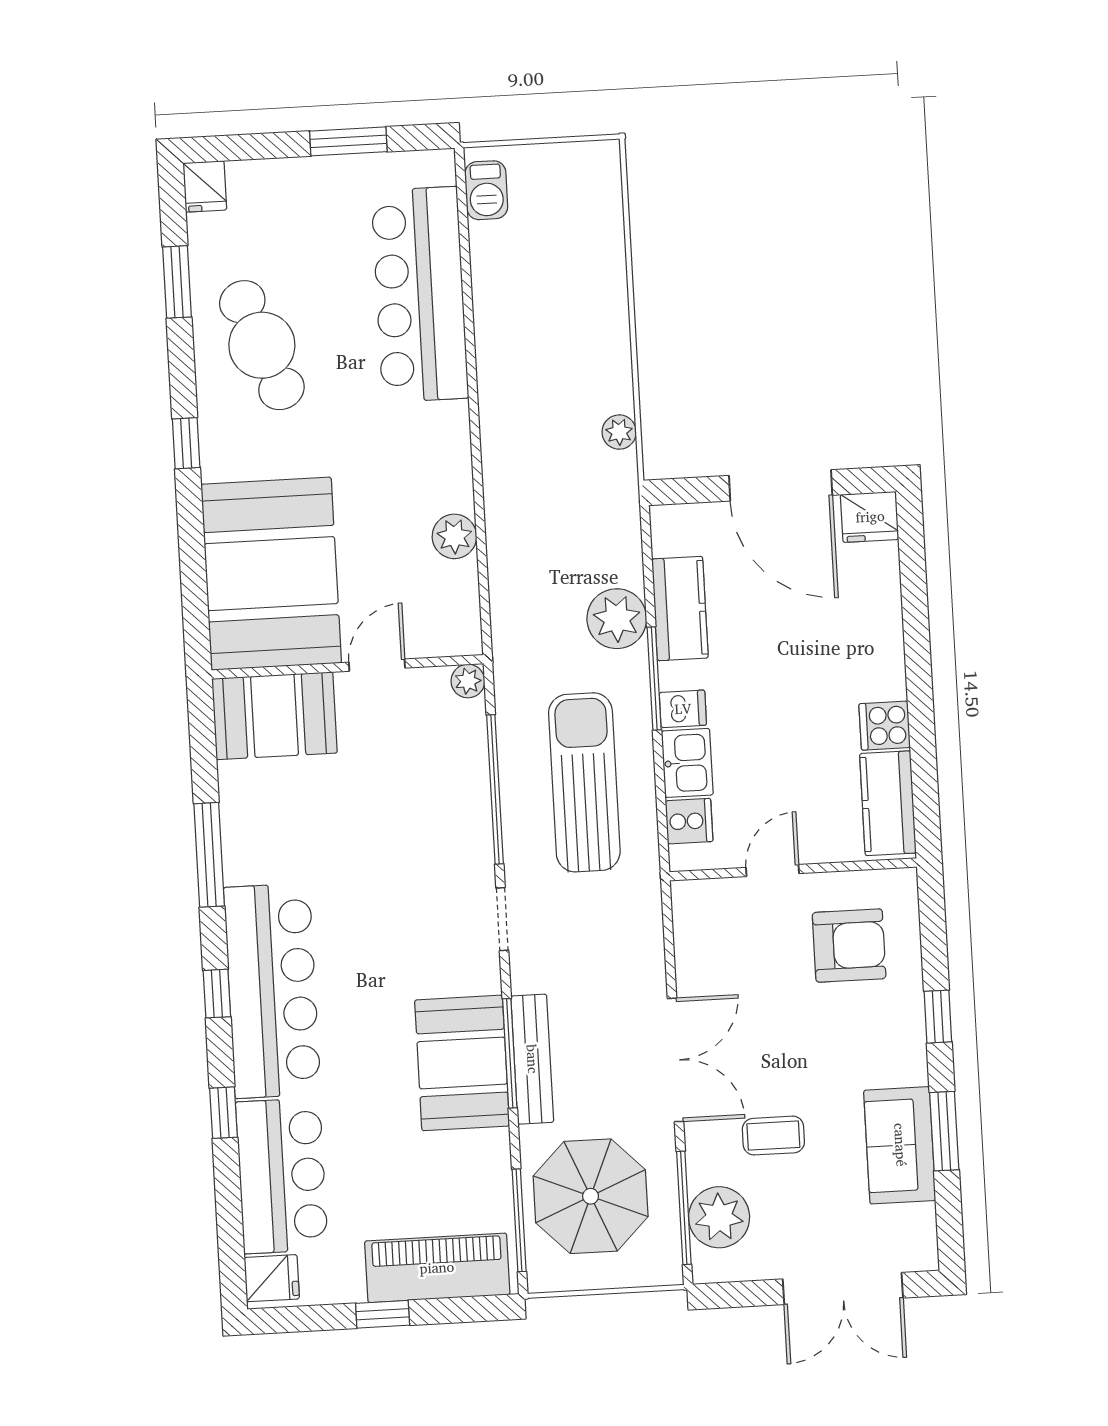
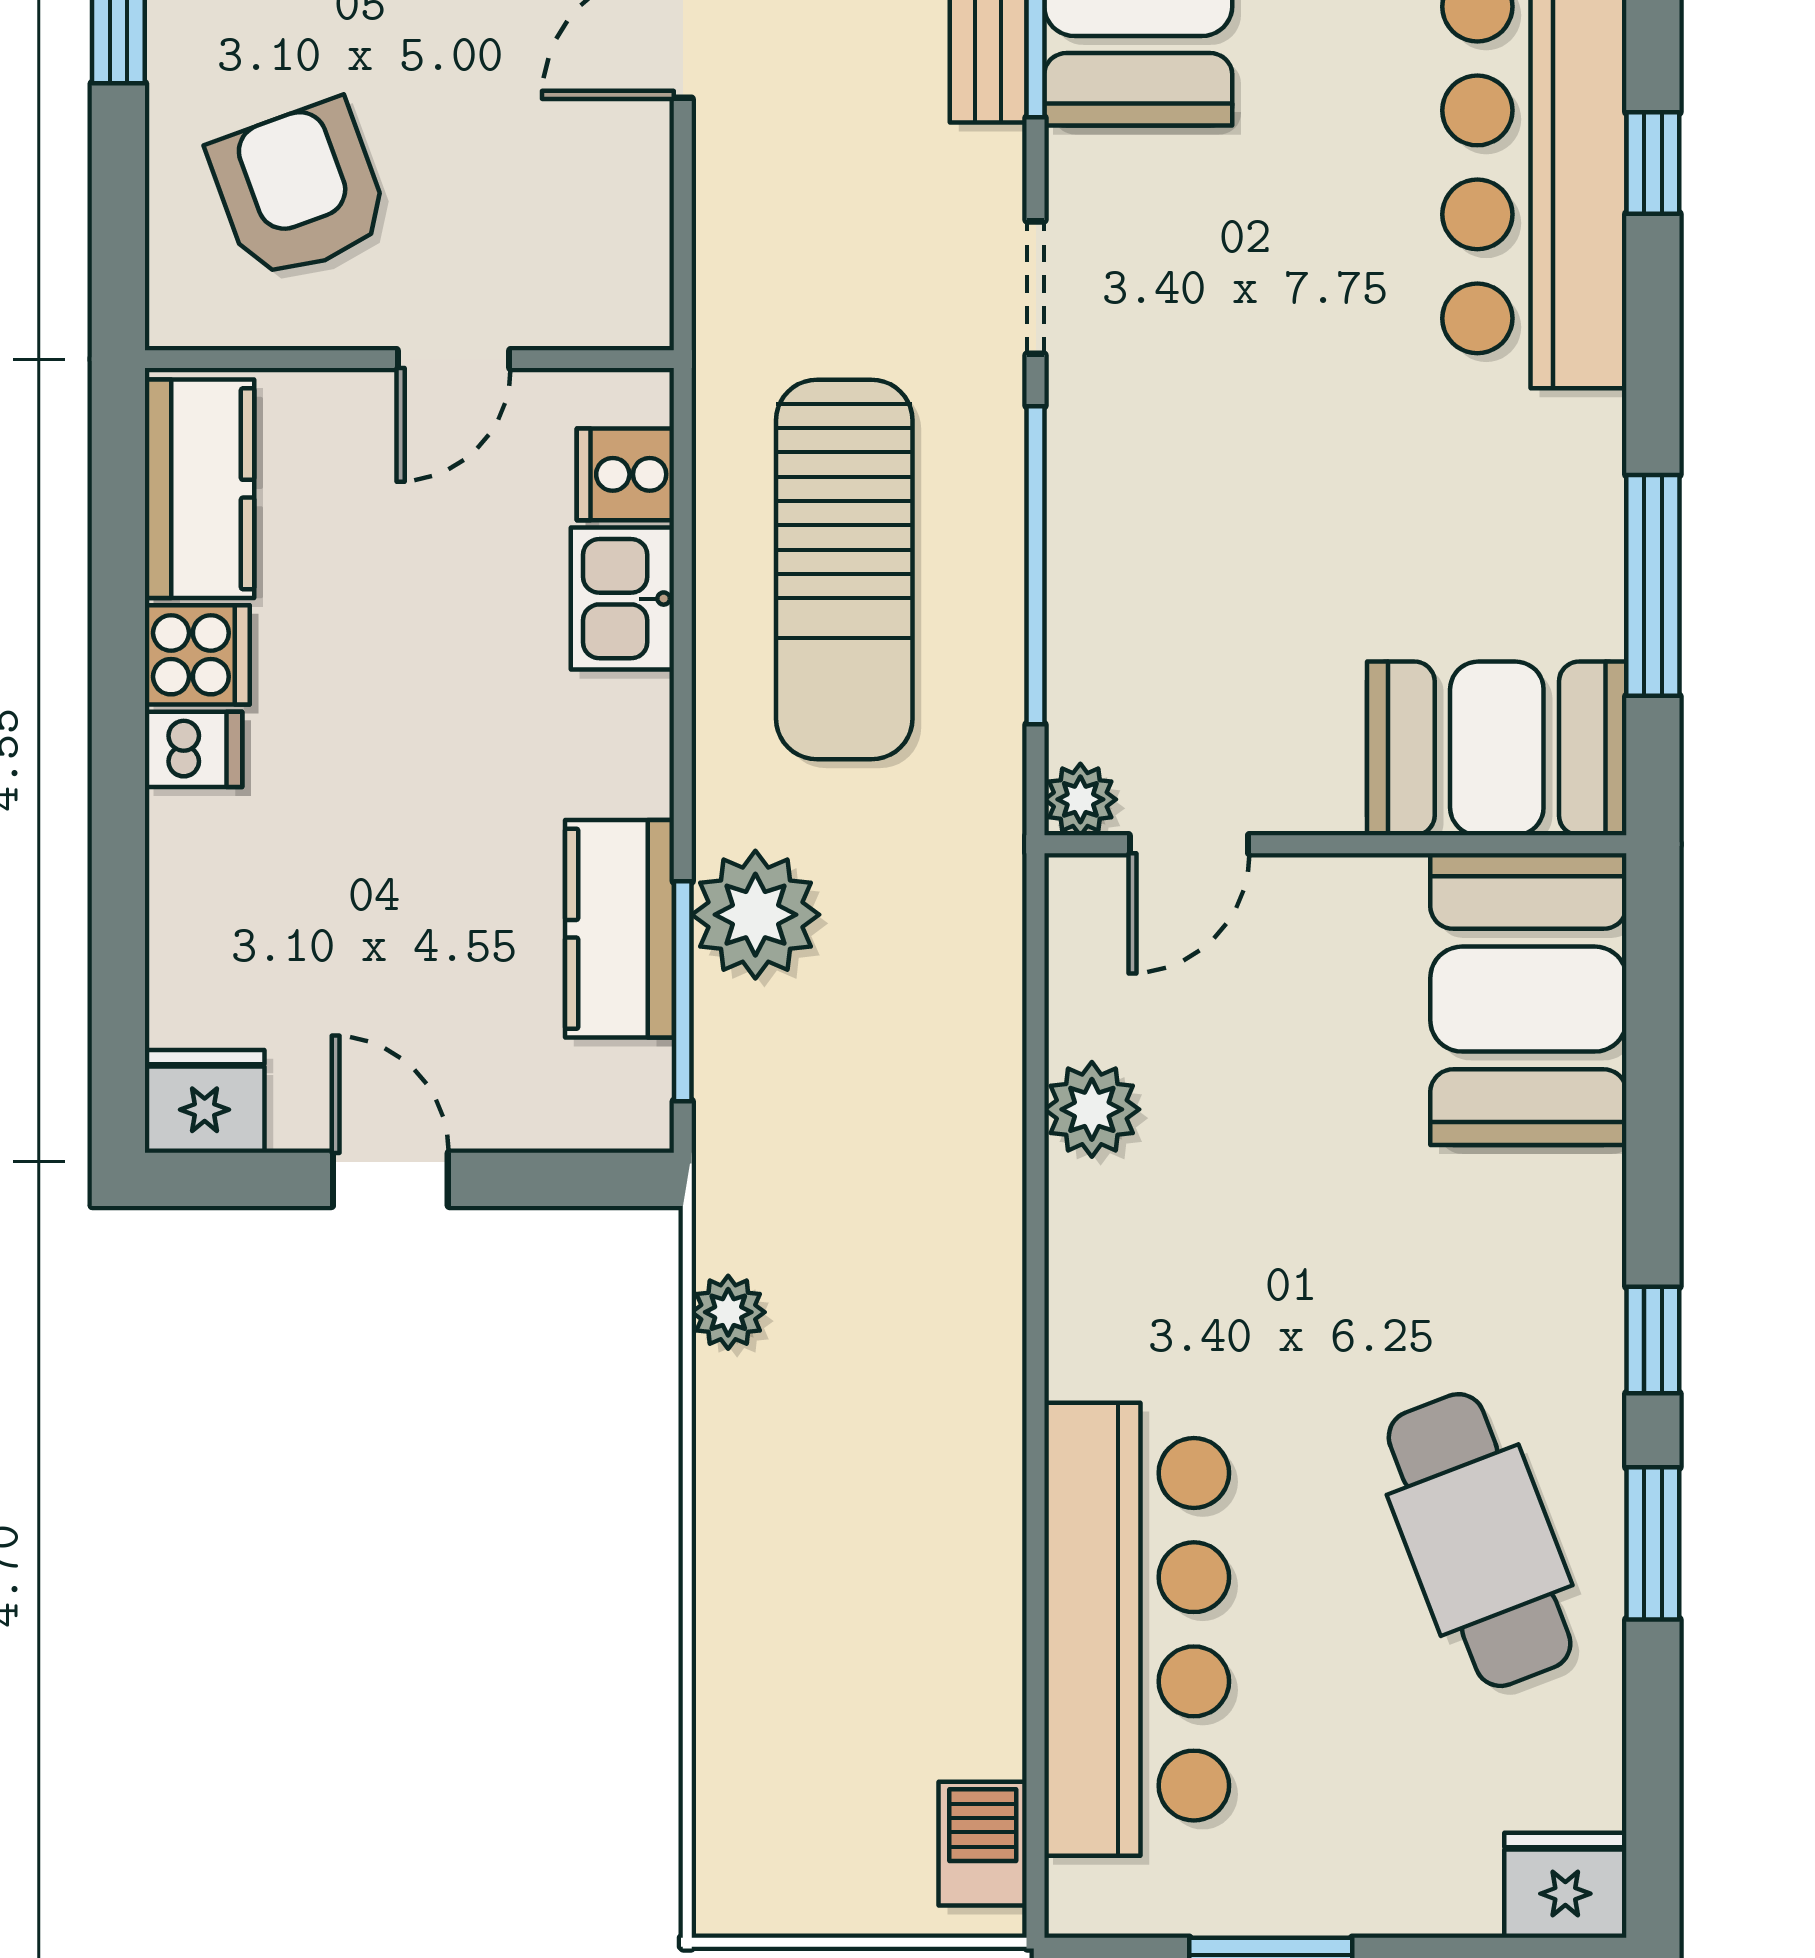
fridge: (205, 186) -> (1565, 1885), width x1.38
window: (177, 282) -> (1653, 1543), moved
door: (781, 485) -> (390, 1179), width x0.53
booth: (271, 574) -> (1528, 999), width x0.73, depth x0.70
door: (377, 665) -> (1189, 844), moved
window: (654, 678) -> (683, 991), moved
dishwasher: (683, 709) -> (193, 749), moved, turned 180
window: (209, 855) -> (1653, 585), moved
armchair: (849, 946) -> (299, 190), turned 70

